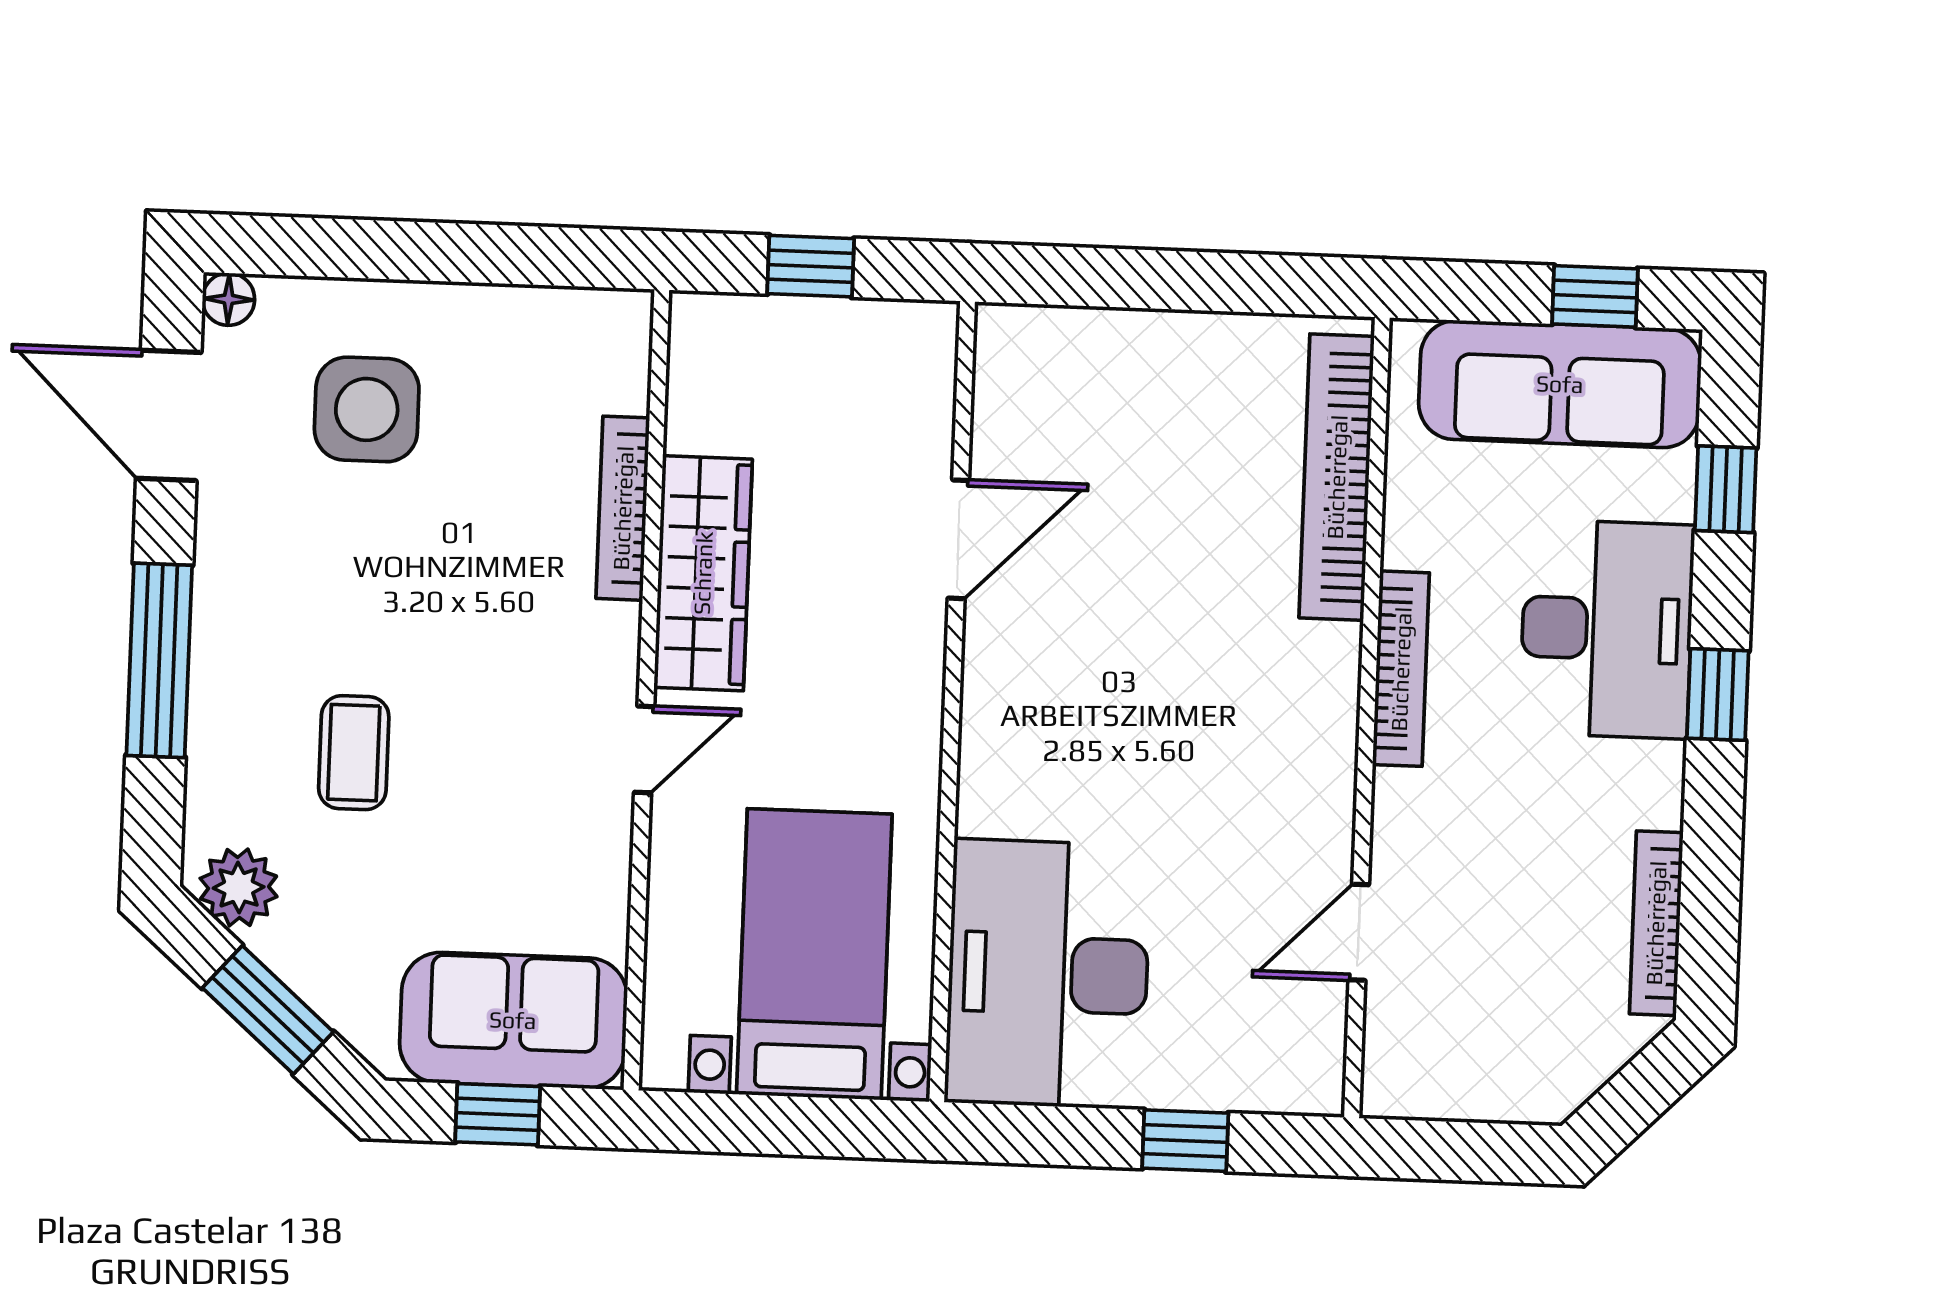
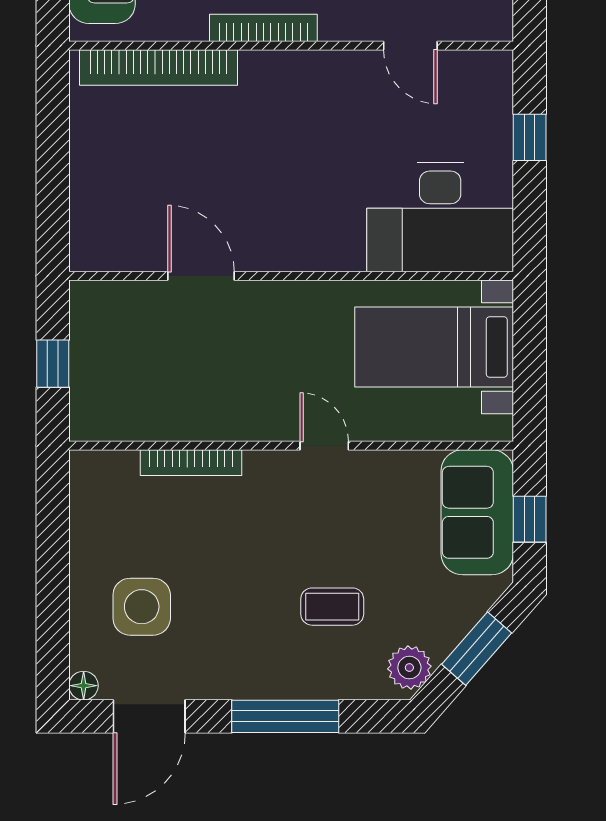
wardrobe: (703, 573) -> (225, 417), removed

